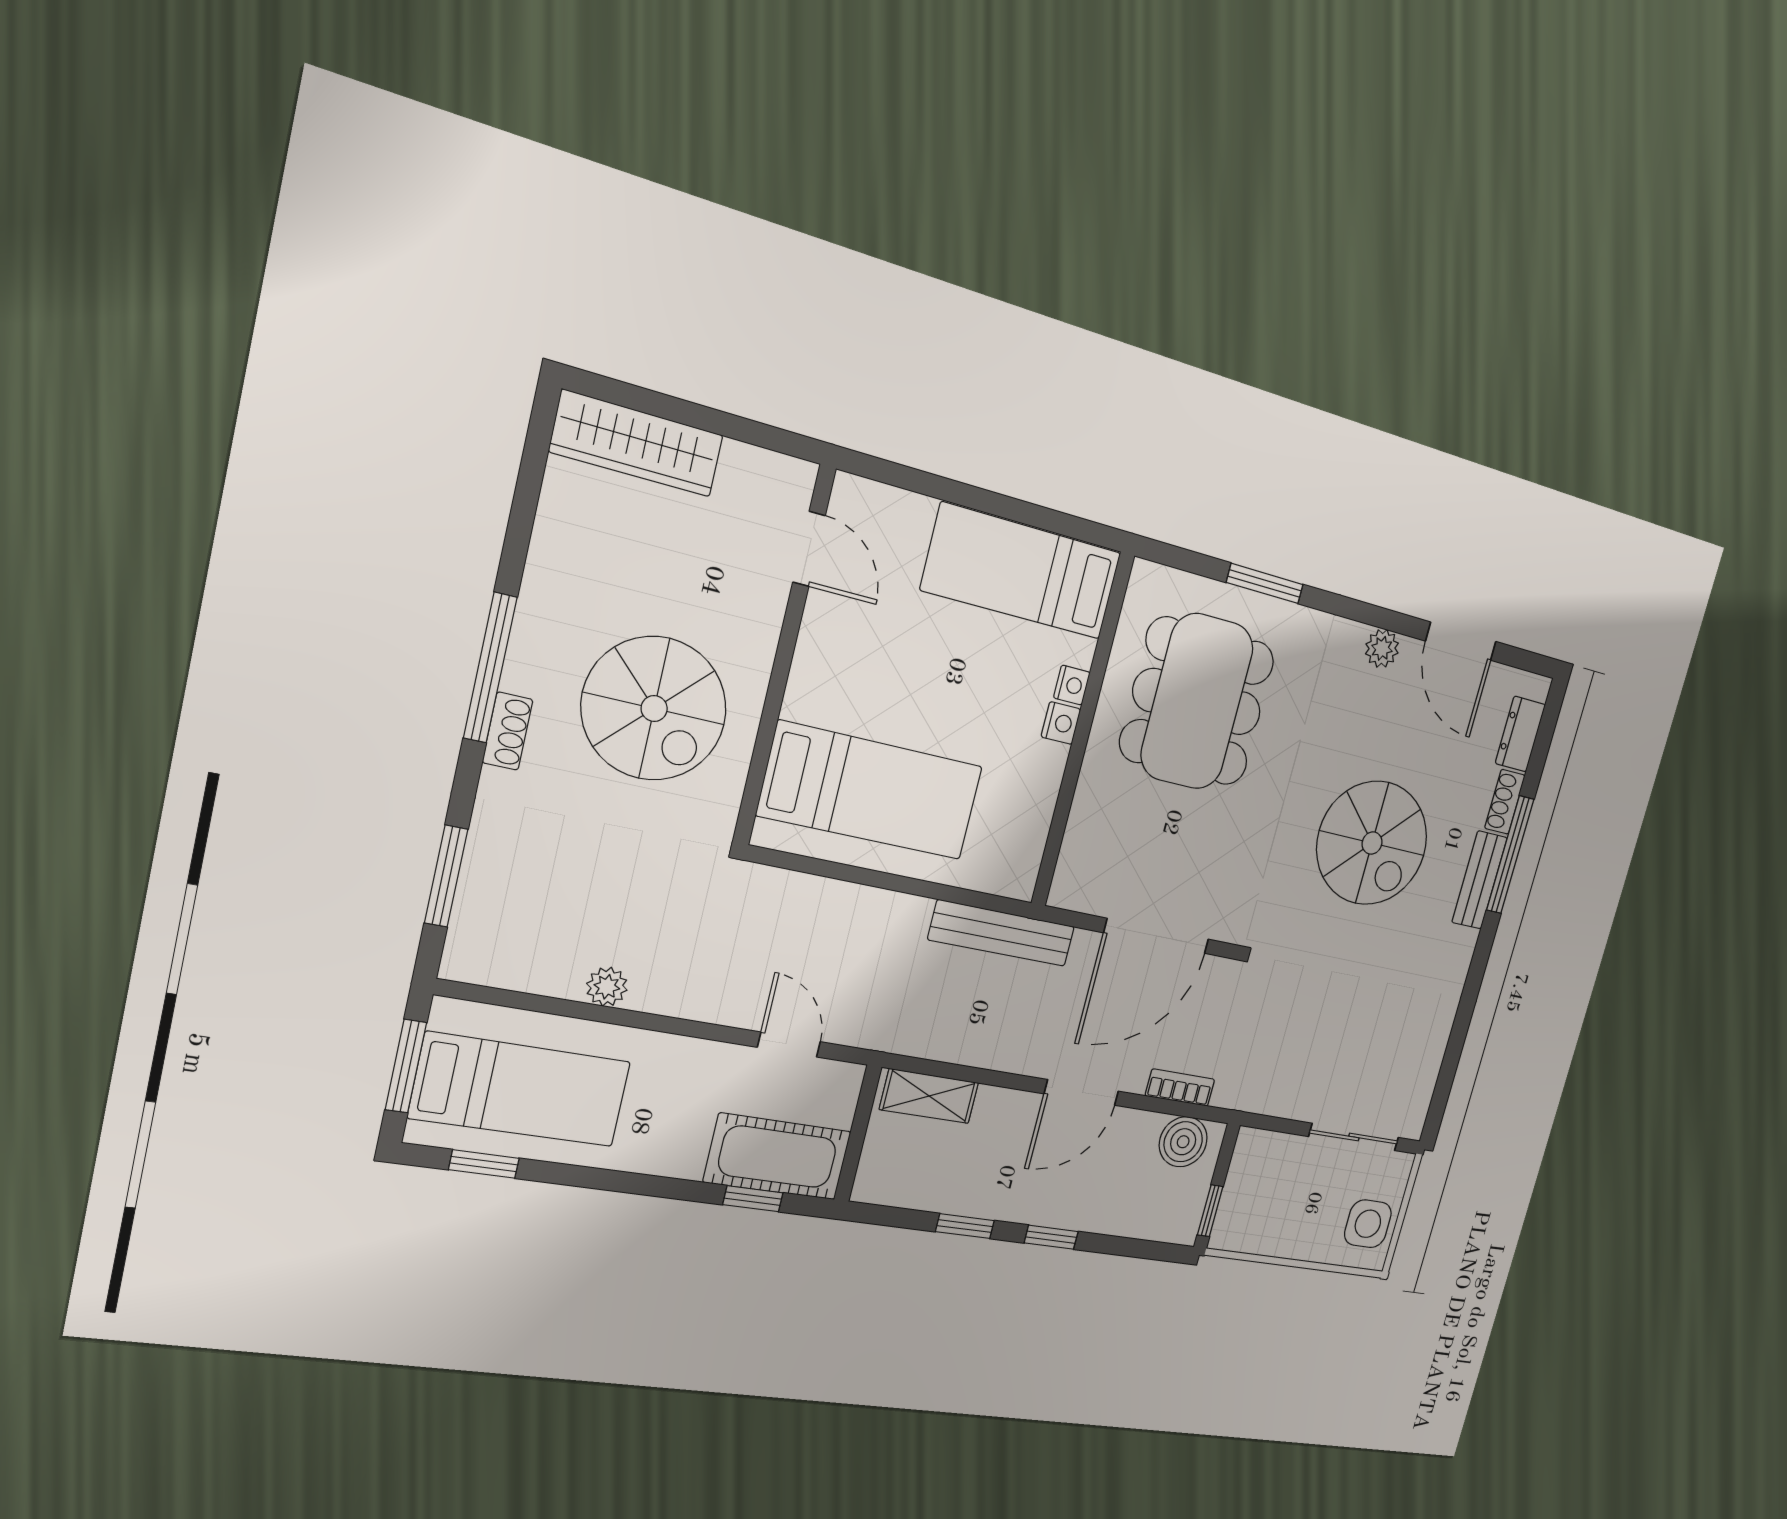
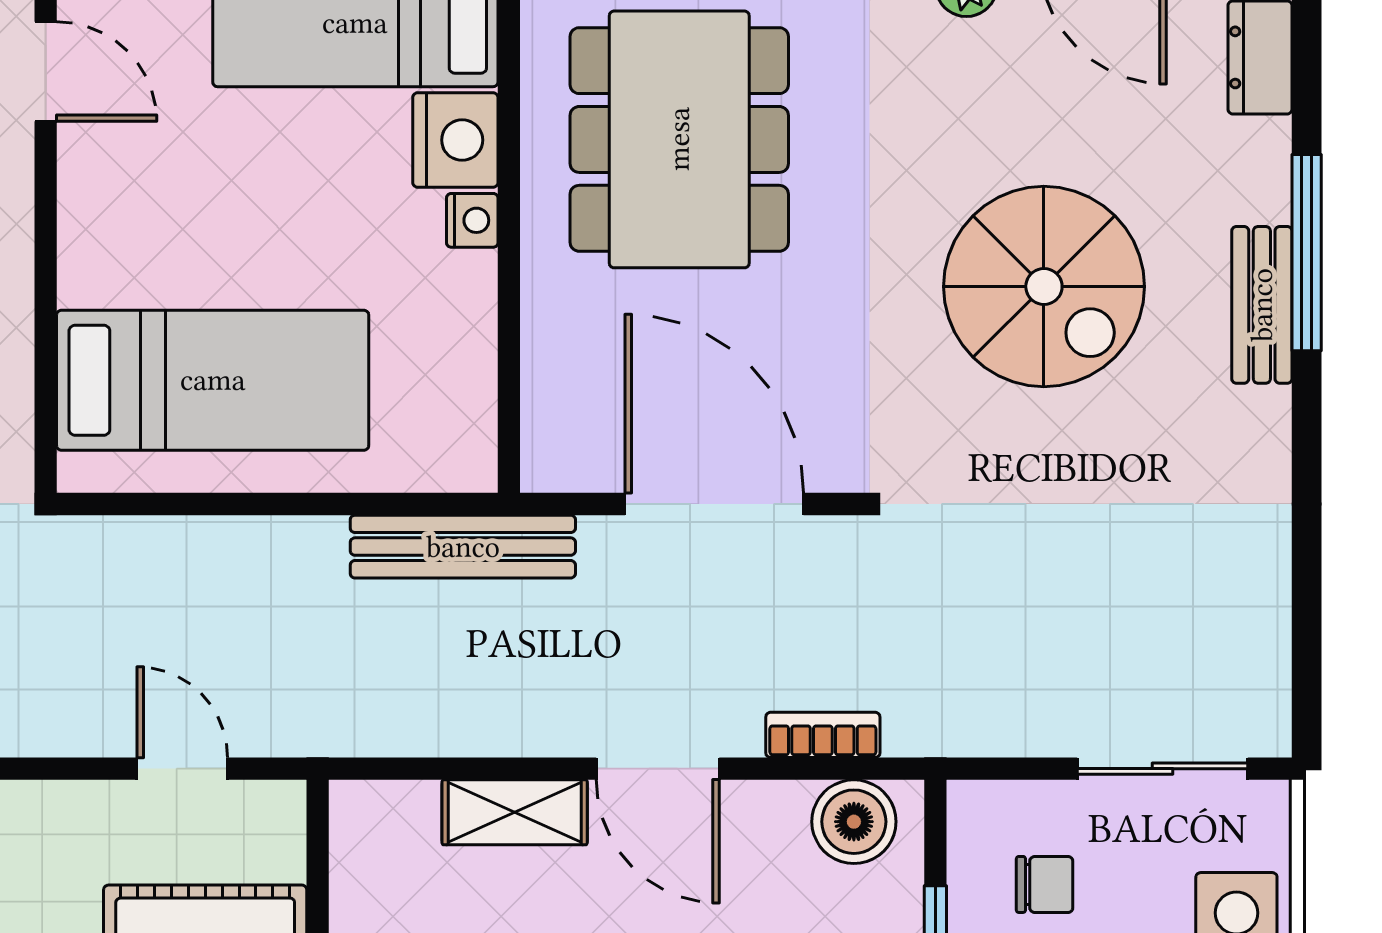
nightstand: (1072, 685) -> (455, 140), width x1.89, depth x1.79
shoe rack: (1505, 802) -> (1267, 170), removed
door: (1157, 936) -> (714, 504), swing flipped
door: (1081, 1092) -> (658, 769), hinge flipped
shelving: (929, 1096) -> (515, 812), moved
chair: (1275, 1194) -> (1045, 884), added

